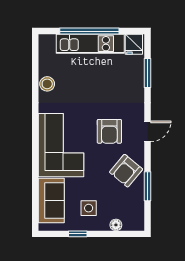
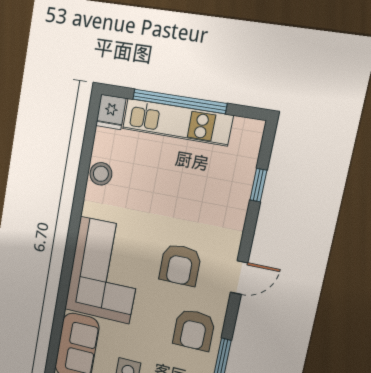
fridge: (134, 44) -> (111, 112), moved
window: (147, 73) -> (258, 185), width x0.67
armchair: (126, 171) -> (194, 330), turned -40

